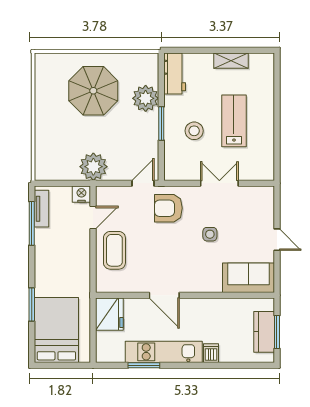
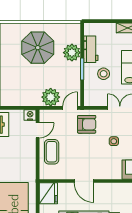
workbench: (175, 73) -> (91, 49), moved
plant: (93, 167) -> (51, 97), moved
armchair: (168, 208) -> (87, 124), turned 180

